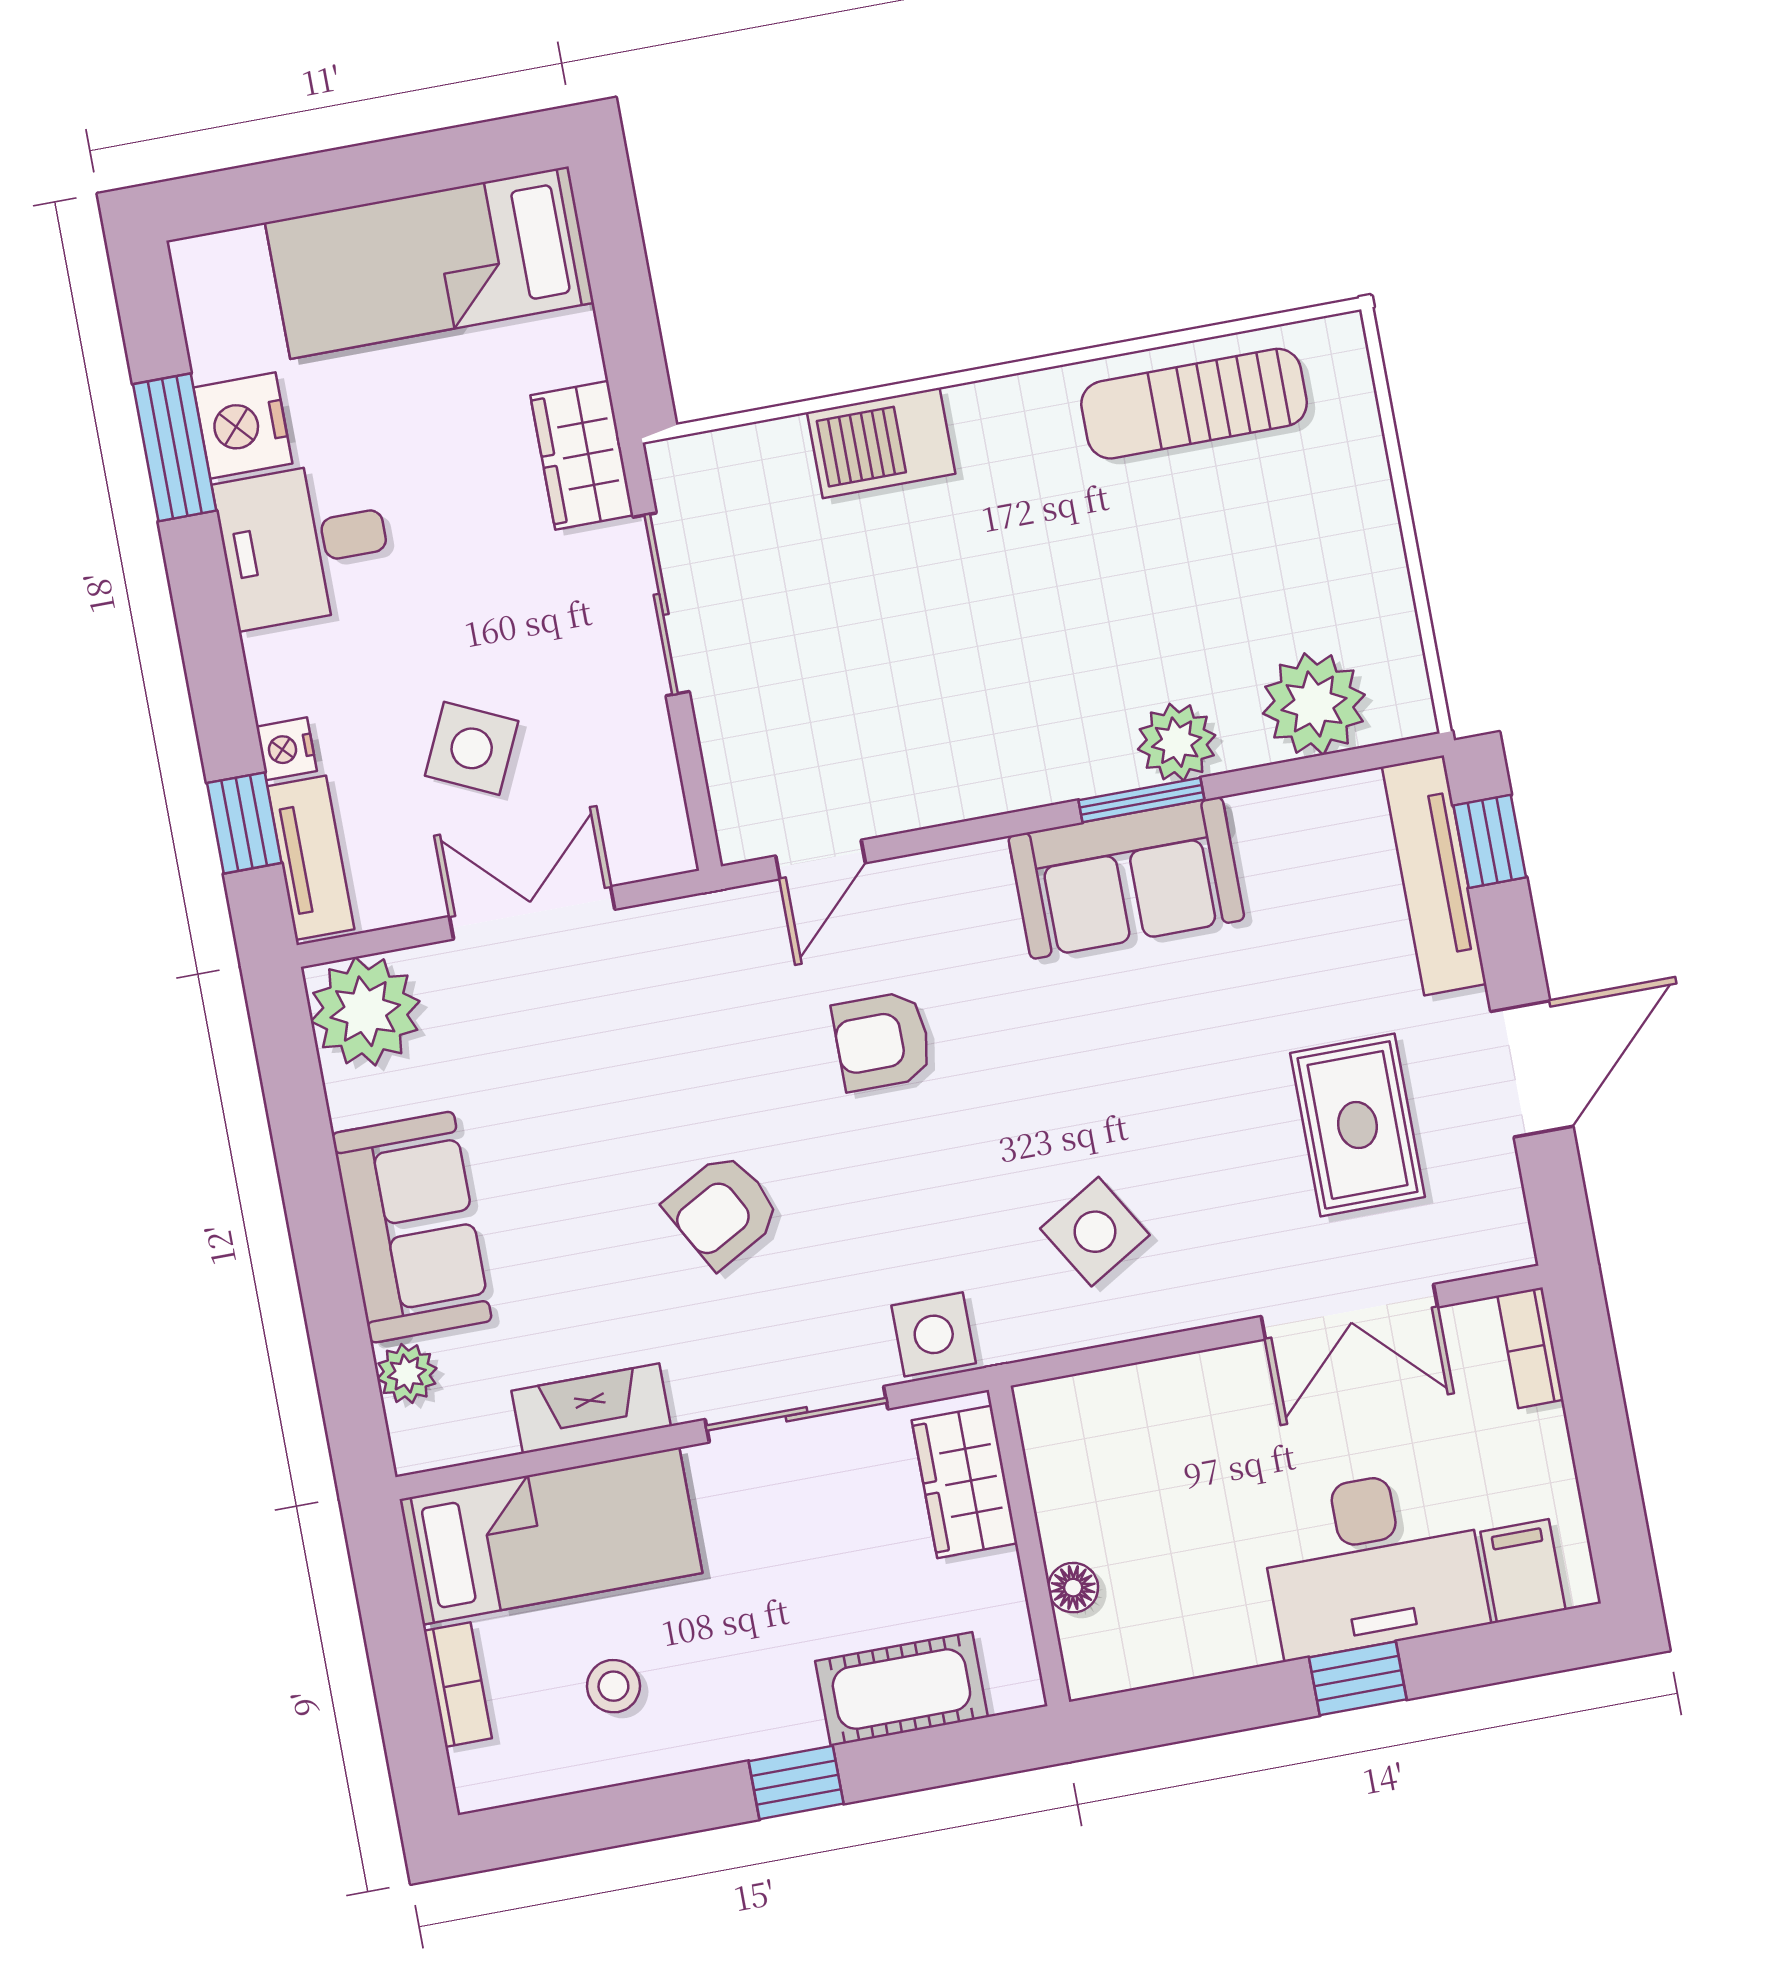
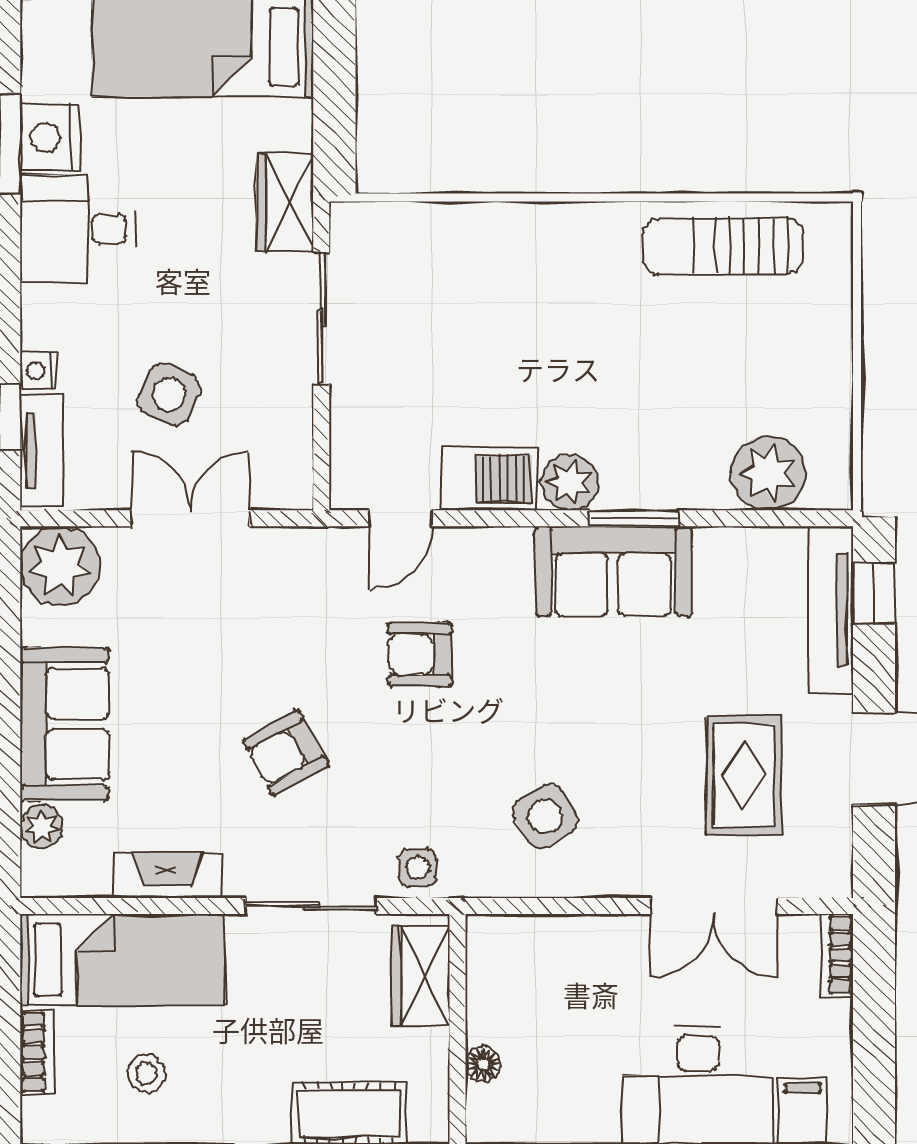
barbecue: (881, 443) -> (489, 479), moved, turned 180
plant: (1177, 742) -> (570, 482), moved
side table: (934, 1334) -> (418, 868), width x0.73, depth x0.73

